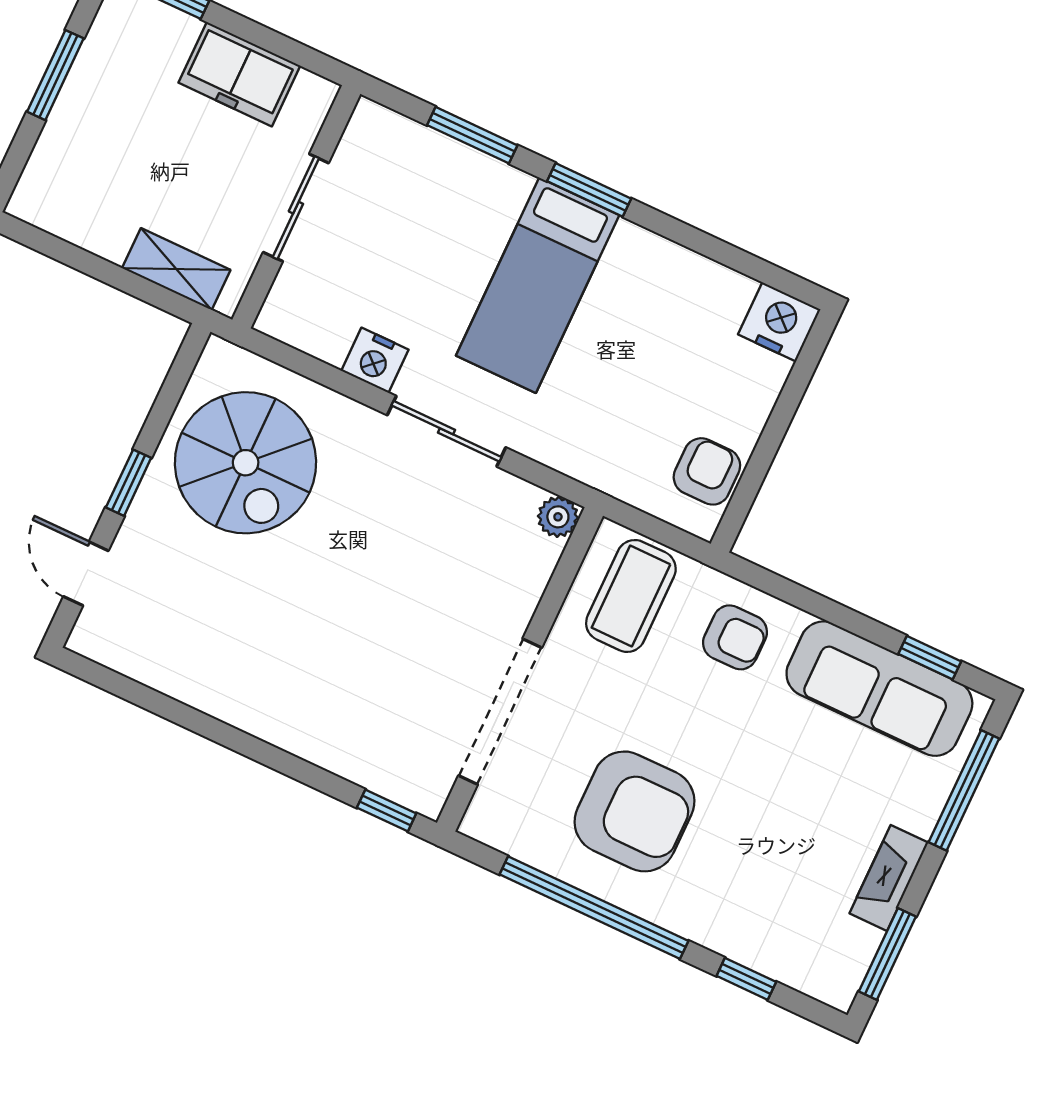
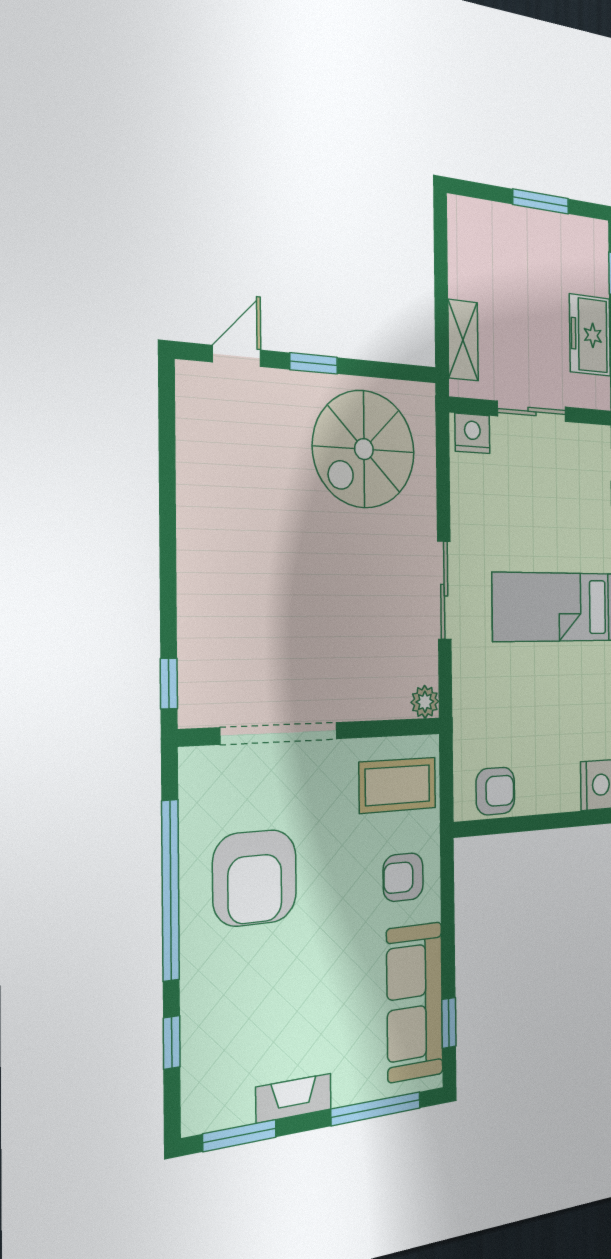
nightstand: (375, 360) -> (472, 433), moved, turned 90
armchair: (735, 637) -> (403, 877), turned 90

